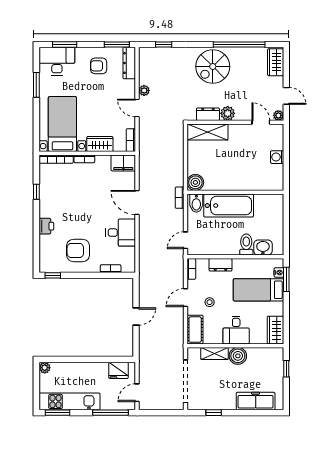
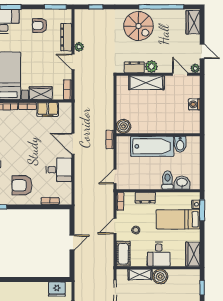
dresser: (129, 63) -> (66, 37), moved
spiral stairs: (213, 66) -> (139, 26), turned -90
shelving: (208, 132) -> (146, 83), moved
filing cabinet: (123, 163) -> (48, 109), moved
bidet: (196, 203) -> (180, 144), moved

